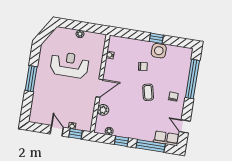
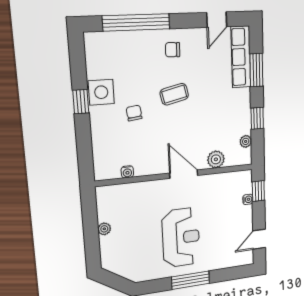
reception desk: (69, 65) -> (181, 238), moved, turned 180
door: (57, 131) -> (259, 239), moved
row of seats: (166, 138) -> (241, 57), width x1.48
window: (151, 146) -> (256, 70), width x0.69

